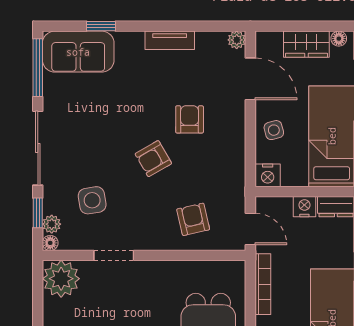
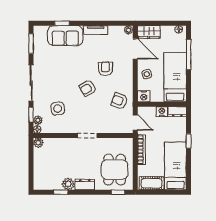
wardrobe: (306, 44) -> (149, 32), moved
sofa: (78, 52) -> (65, 36), moved
window: (38, 68) -> (31, 44), width x0.69
armchair: (193, 219) -> (120, 101), moved, turned -55
doorway: (114, 255) -> (87, 136), moved
plant: (61, 279) -> (38, 143), width x0.53, depth x0.53

